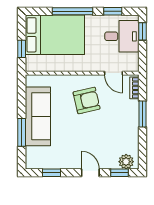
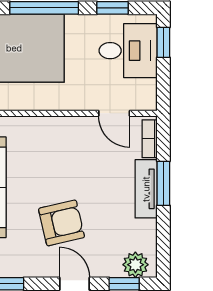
armchair: (87, 101) -> (62, 223), moved
tv unit: (132, 117) -> (146, 189), added

